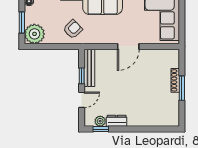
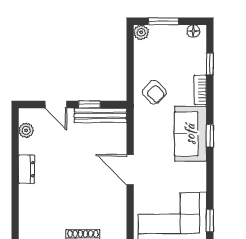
plant: (34, 34) -> (141, 32), width x0.53, depth x0.53
dresser: (117, 121) -> (27, 169), moved
window: (101, 129) -> (15, 131), removed

